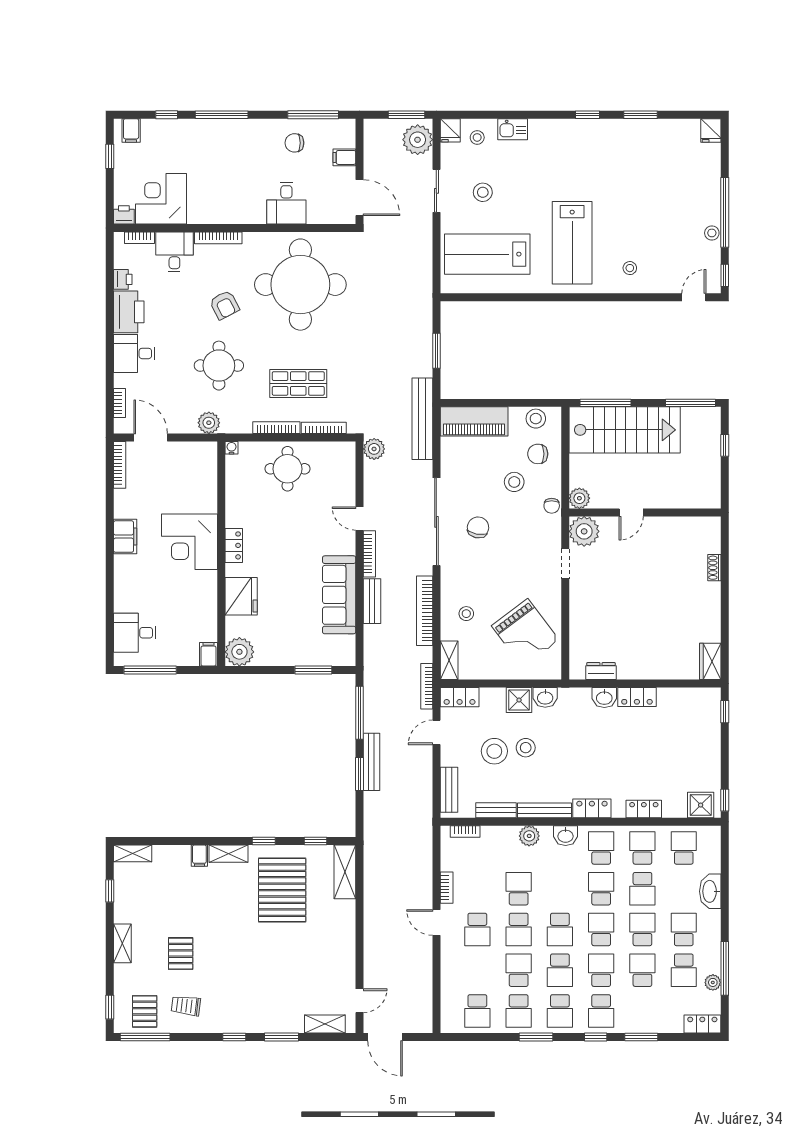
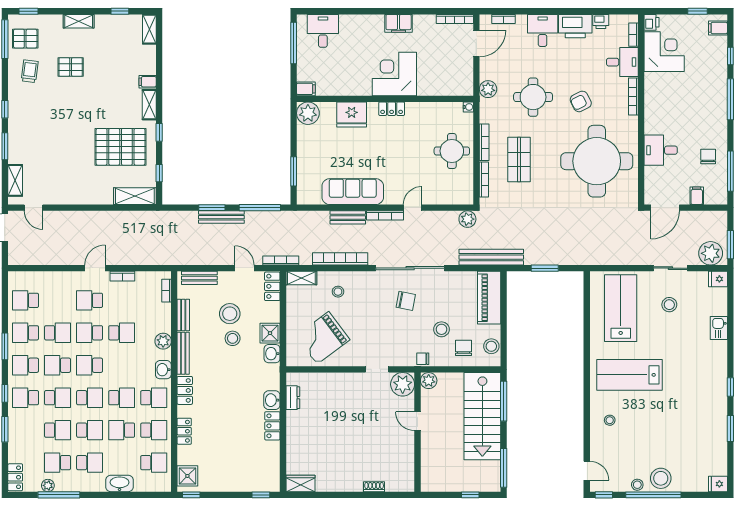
stool: (477, 137) -> (661, 478), moved, width x1.89, depth x1.89

